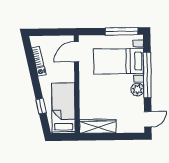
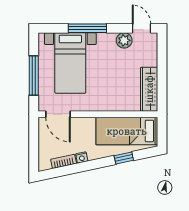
window: (122, 31) -> (34, 75), moved
window: (147, 75) -> (87, 28), width x0.68
plant: (137, 89) -> (124, 40), moved

